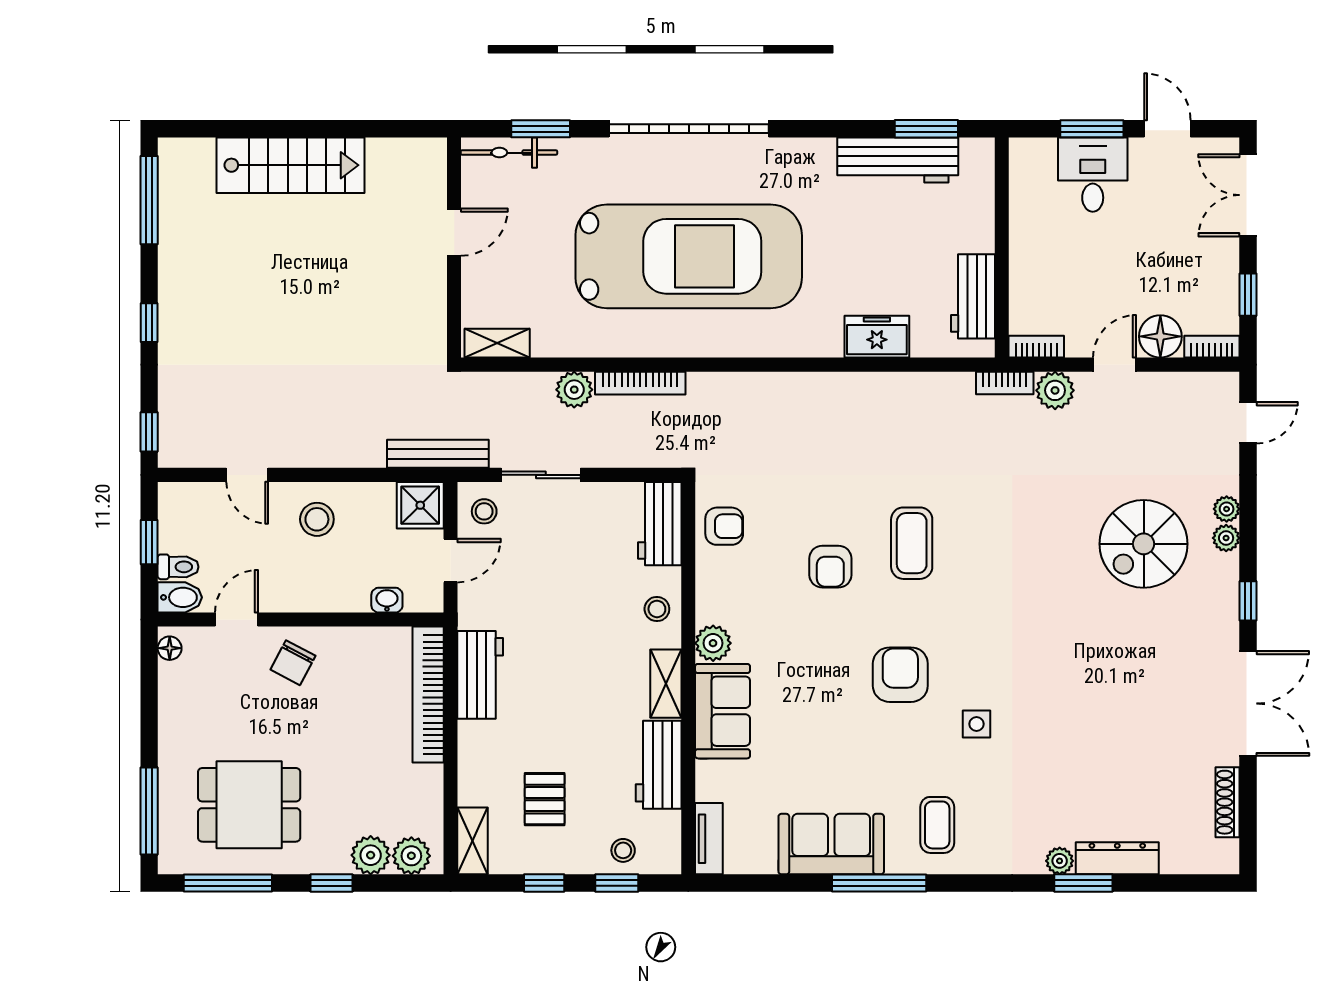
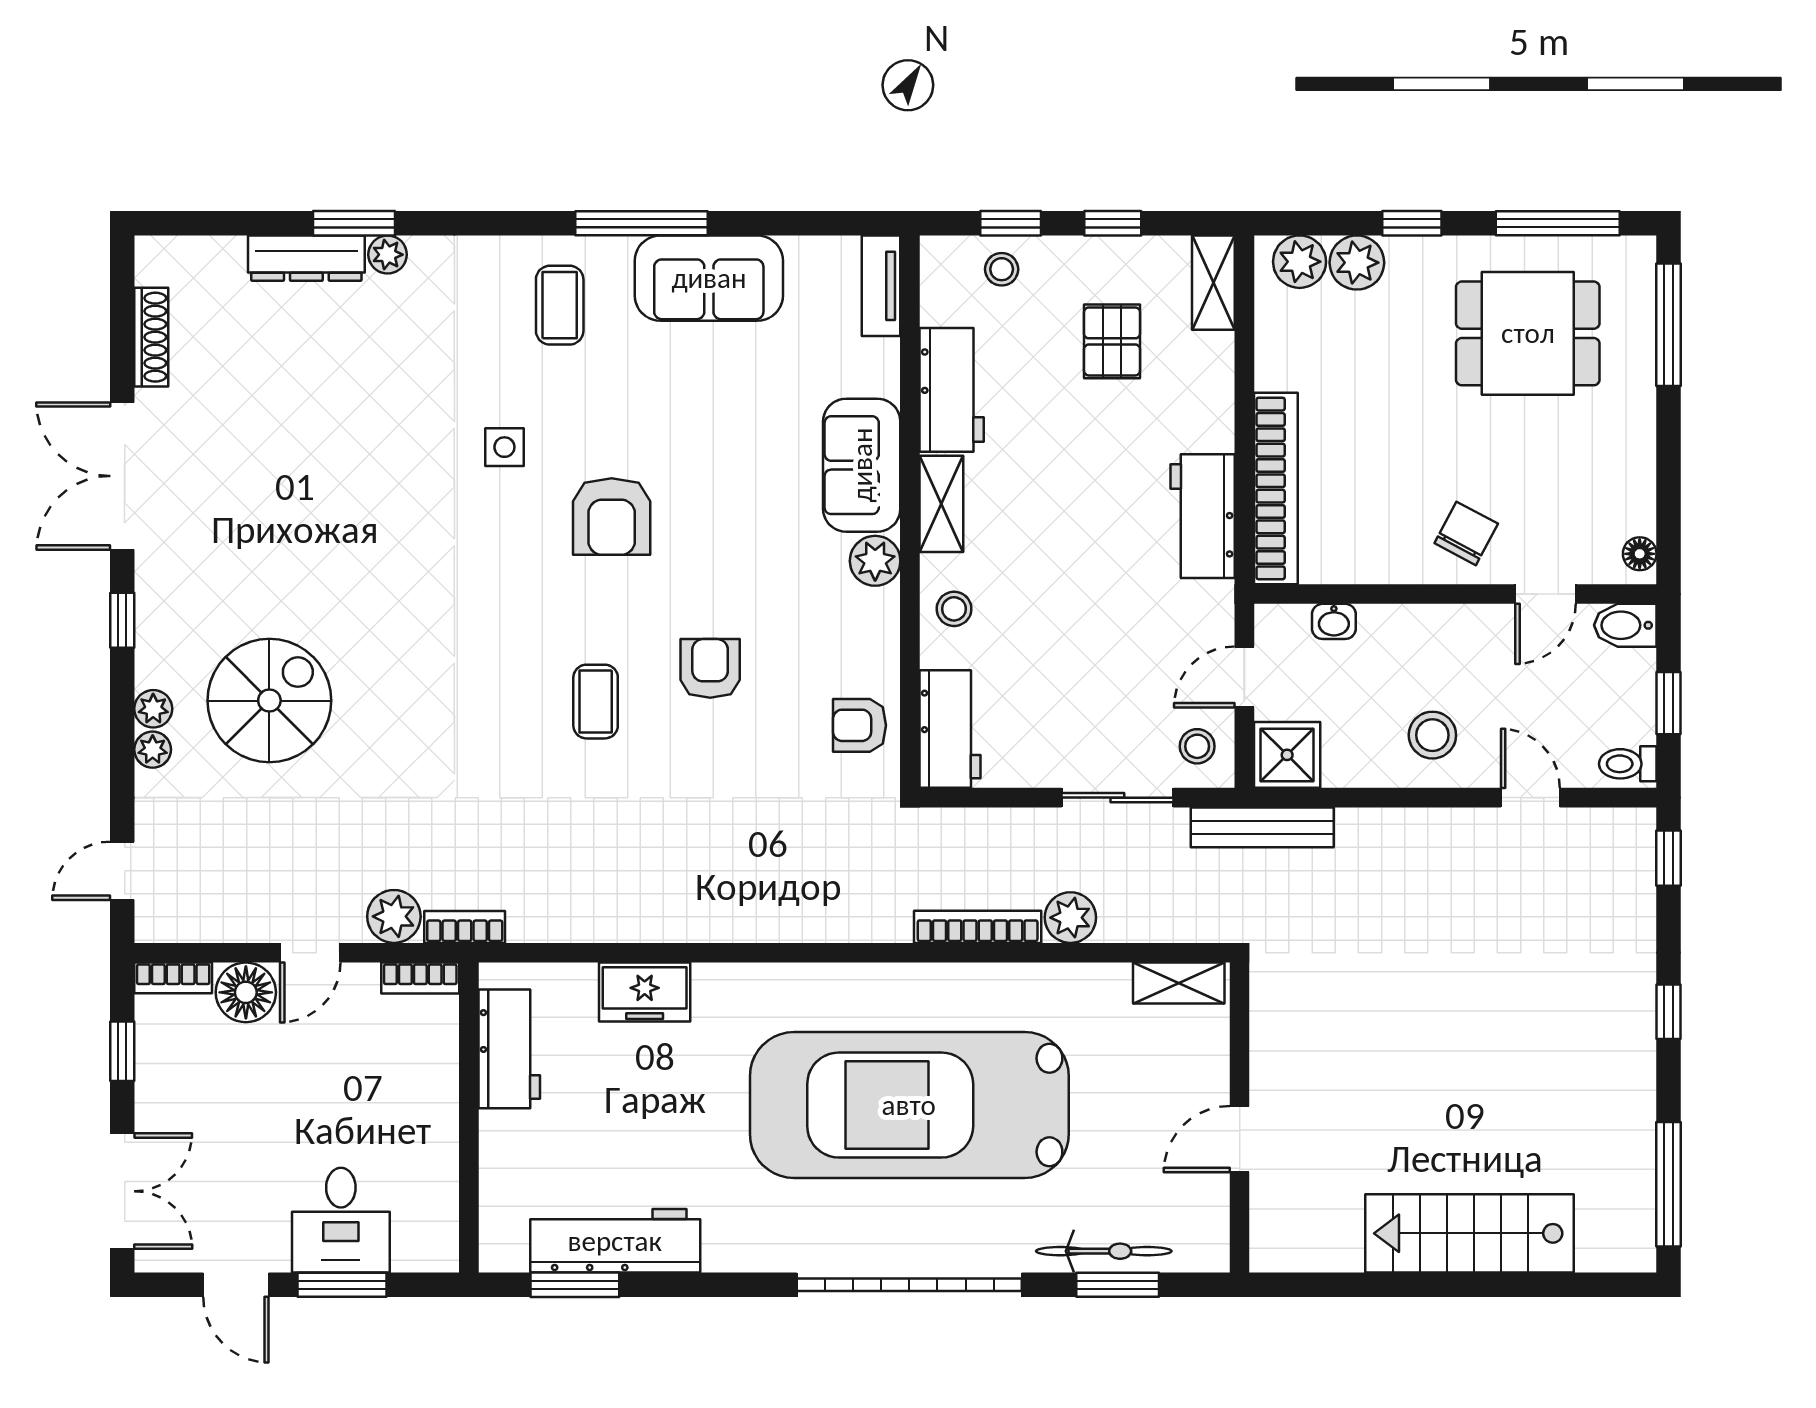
bicycle: (509, 153) -> (1104, 1251), moved
coffee table: (912, 543) -> (596, 702), width x0.73, depth x0.77
toilet: (178, 567) -> (1628, 764), moved

